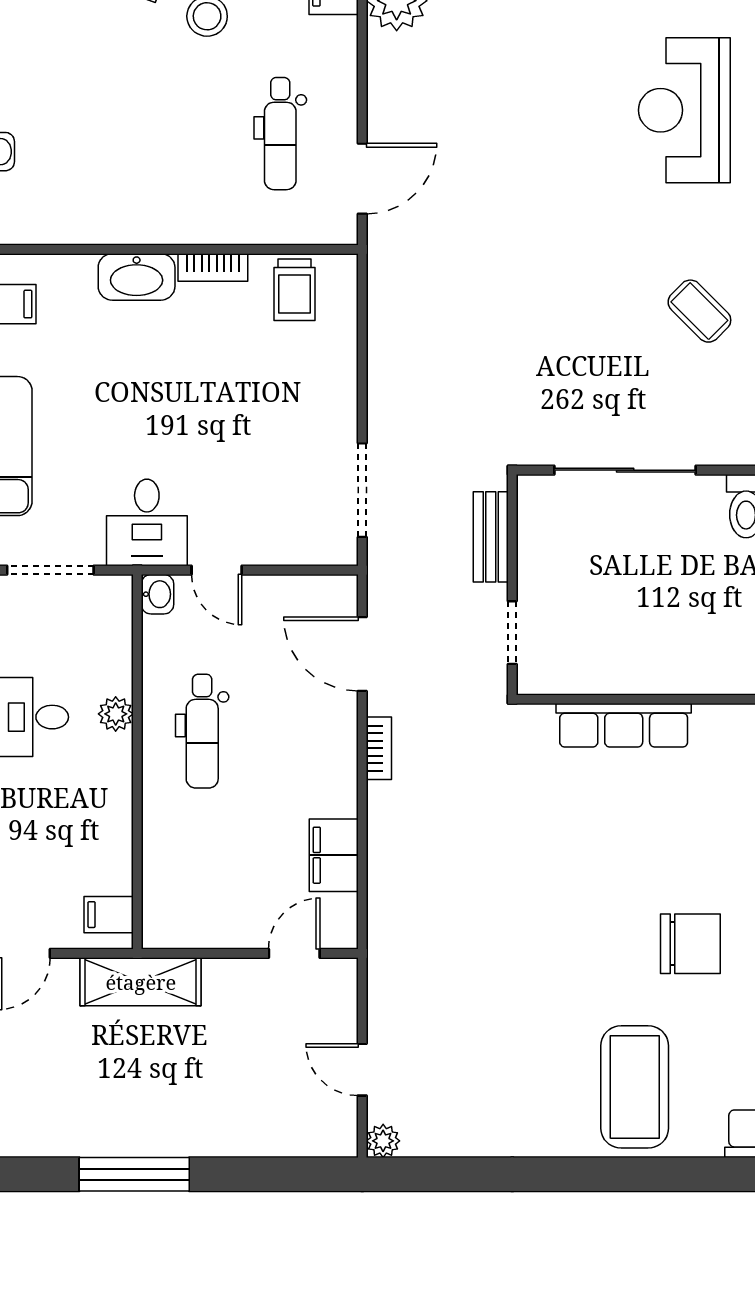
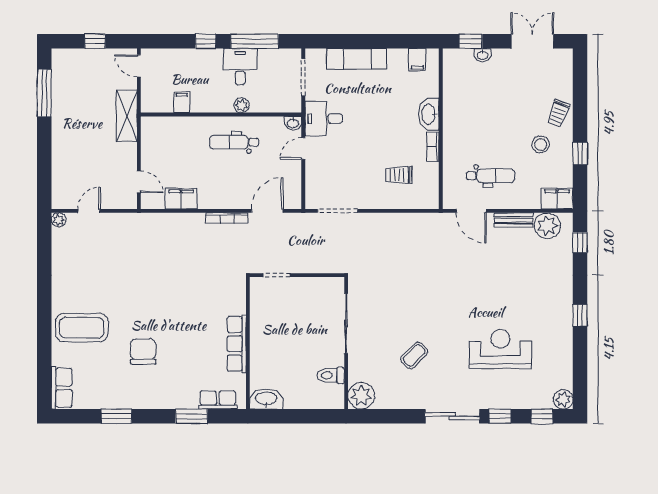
dental chair: (280, 134) -> (490, 176), turned 180
trolley: (294, 290) -> (399, 175), moved
bench: (491, 537) -> (514, 220), moved
row of seats: (624, 725) -> (237, 344), moved
bookcase: (379, 748) -> (227, 218), width x1.56
filing cabinet: (109, 915) -> (182, 102), moved
chair: (690, 944) -> (143, 352), turned 180
window: (134, 1174) -> (44, 93), moved

